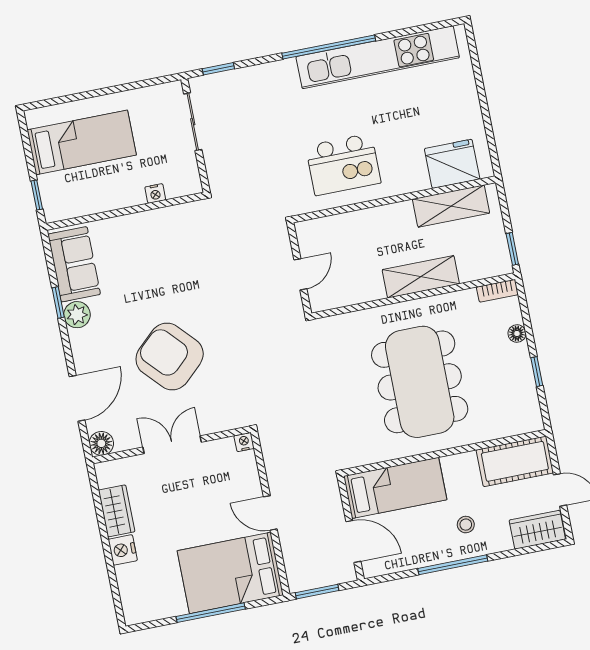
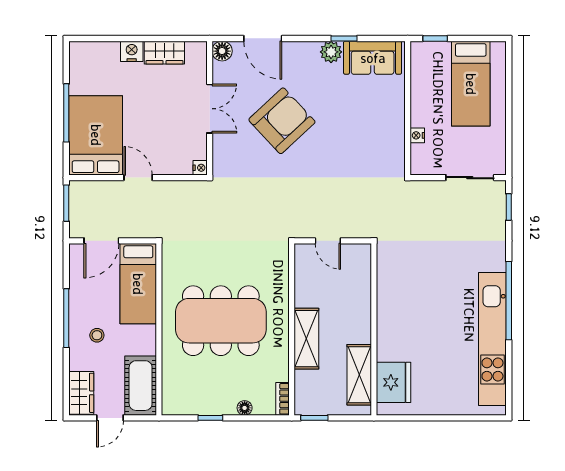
kitchen island: (343, 164) -> (411, 294), removed
door: (270, 513) -> (138, 178), hinge flipped

